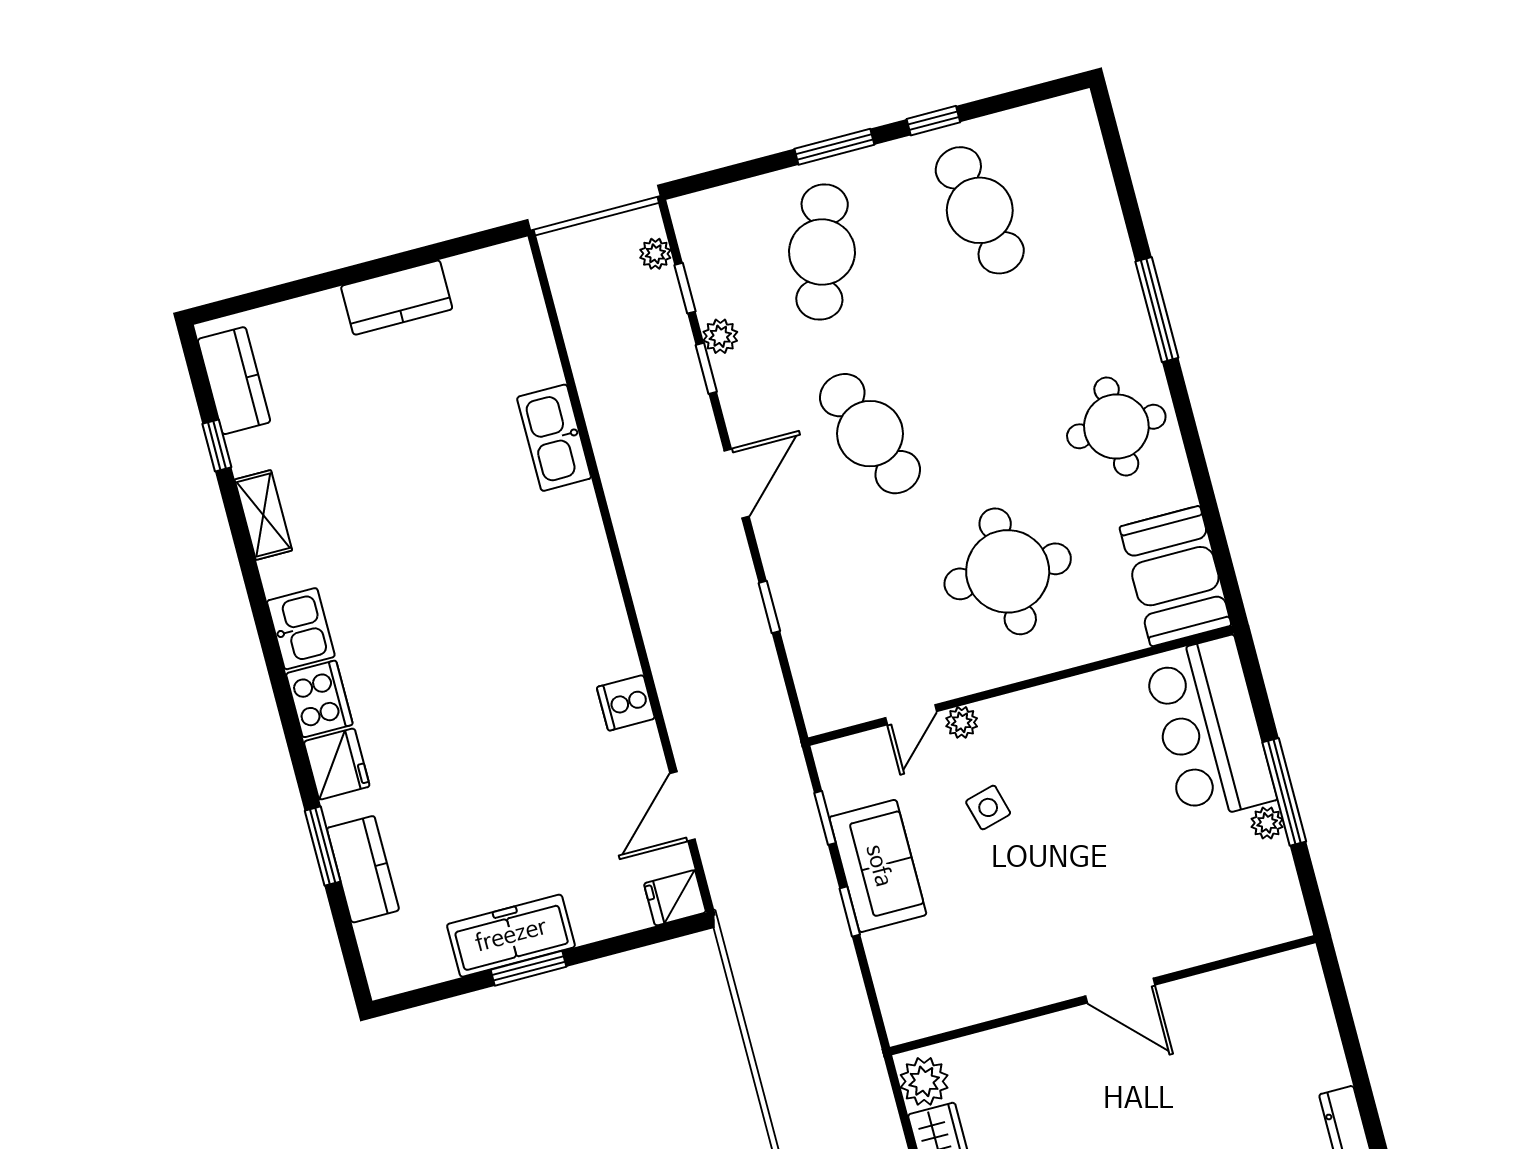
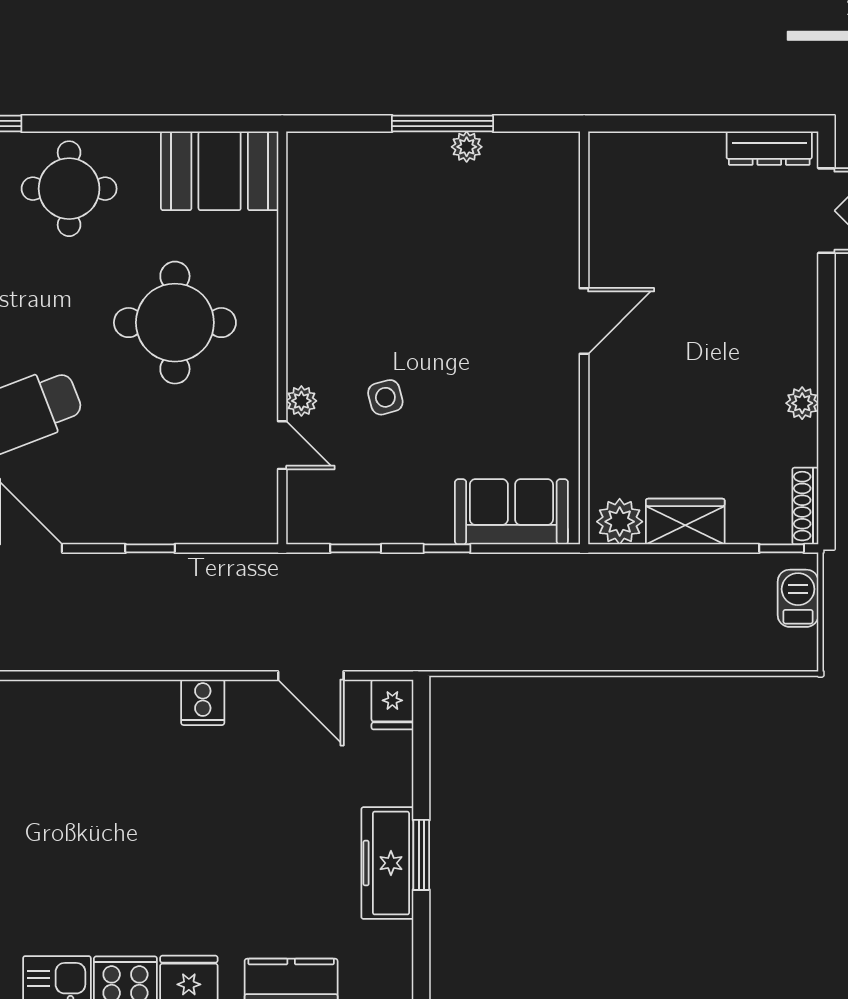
bar counter: (1210, 729) -> (367, 177), removed
sofa: (878, 866) -> (511, 512), moved

